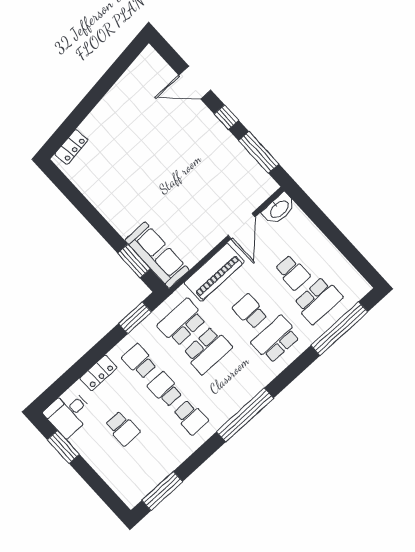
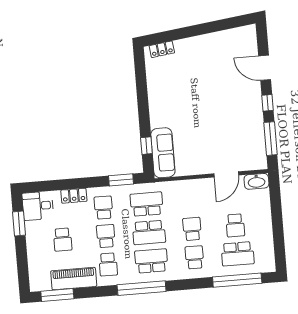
window: (134, 261) -> (146, 146), width x0.67
piano: (214, 272) -> (74, 279), moved, turned 180
school desk: (276, 339) -> (194, 257), width x0.54
school desk: (233, 378) -> (151, 261), added

